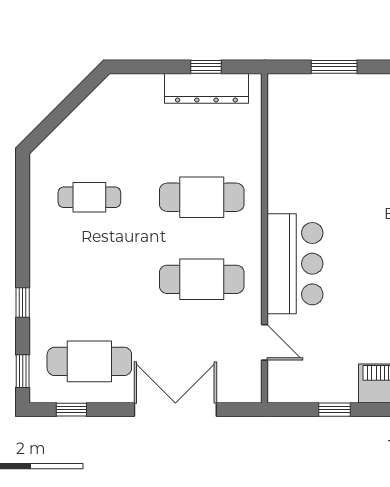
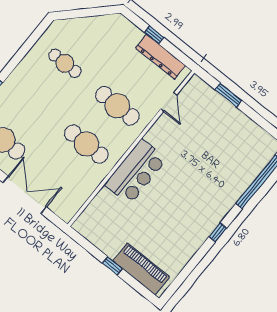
window: (206, 67) -> (154, 35), moved
door: (265, 342) -> (169, 102), moved
window: (334, 410) -> (112, 266), moved

